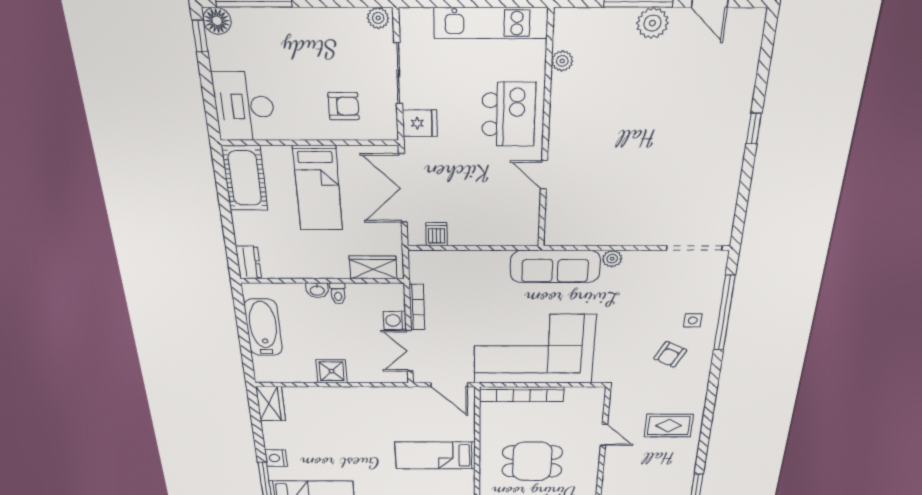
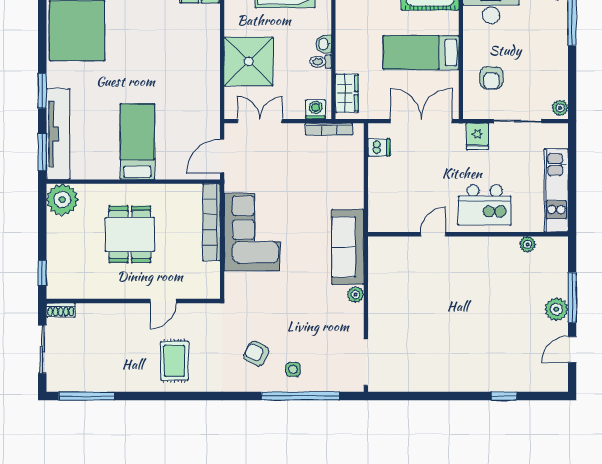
window: (754, 129) -> (504, 396), moved
bookcase: (417, 307) -> (329, 129), moved
washing machine: (395, 320) -> (316, 109), moved
corner sofa: (534, 349) -> (252, 232), width x0.73, depth x0.74
shower: (332, 371) -> (249, 61), width x1.86, depth x1.86

